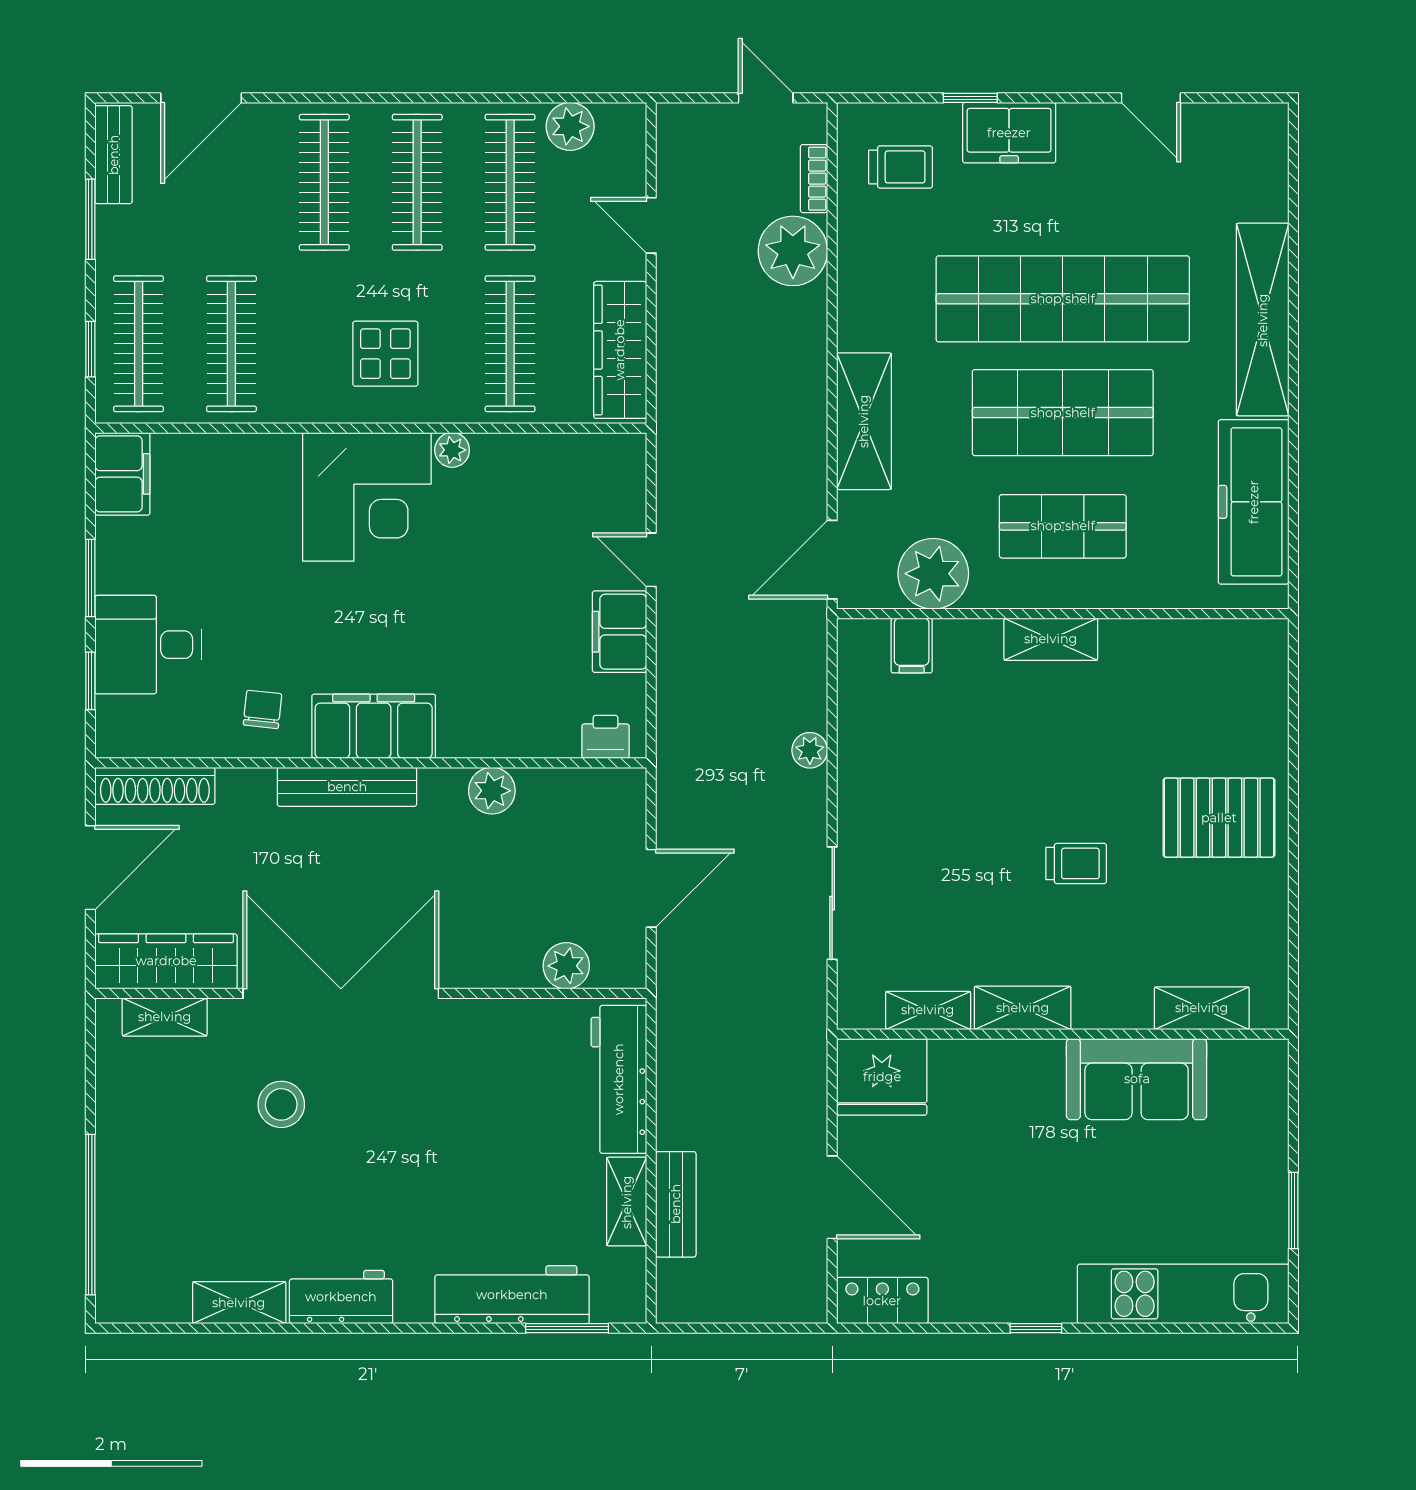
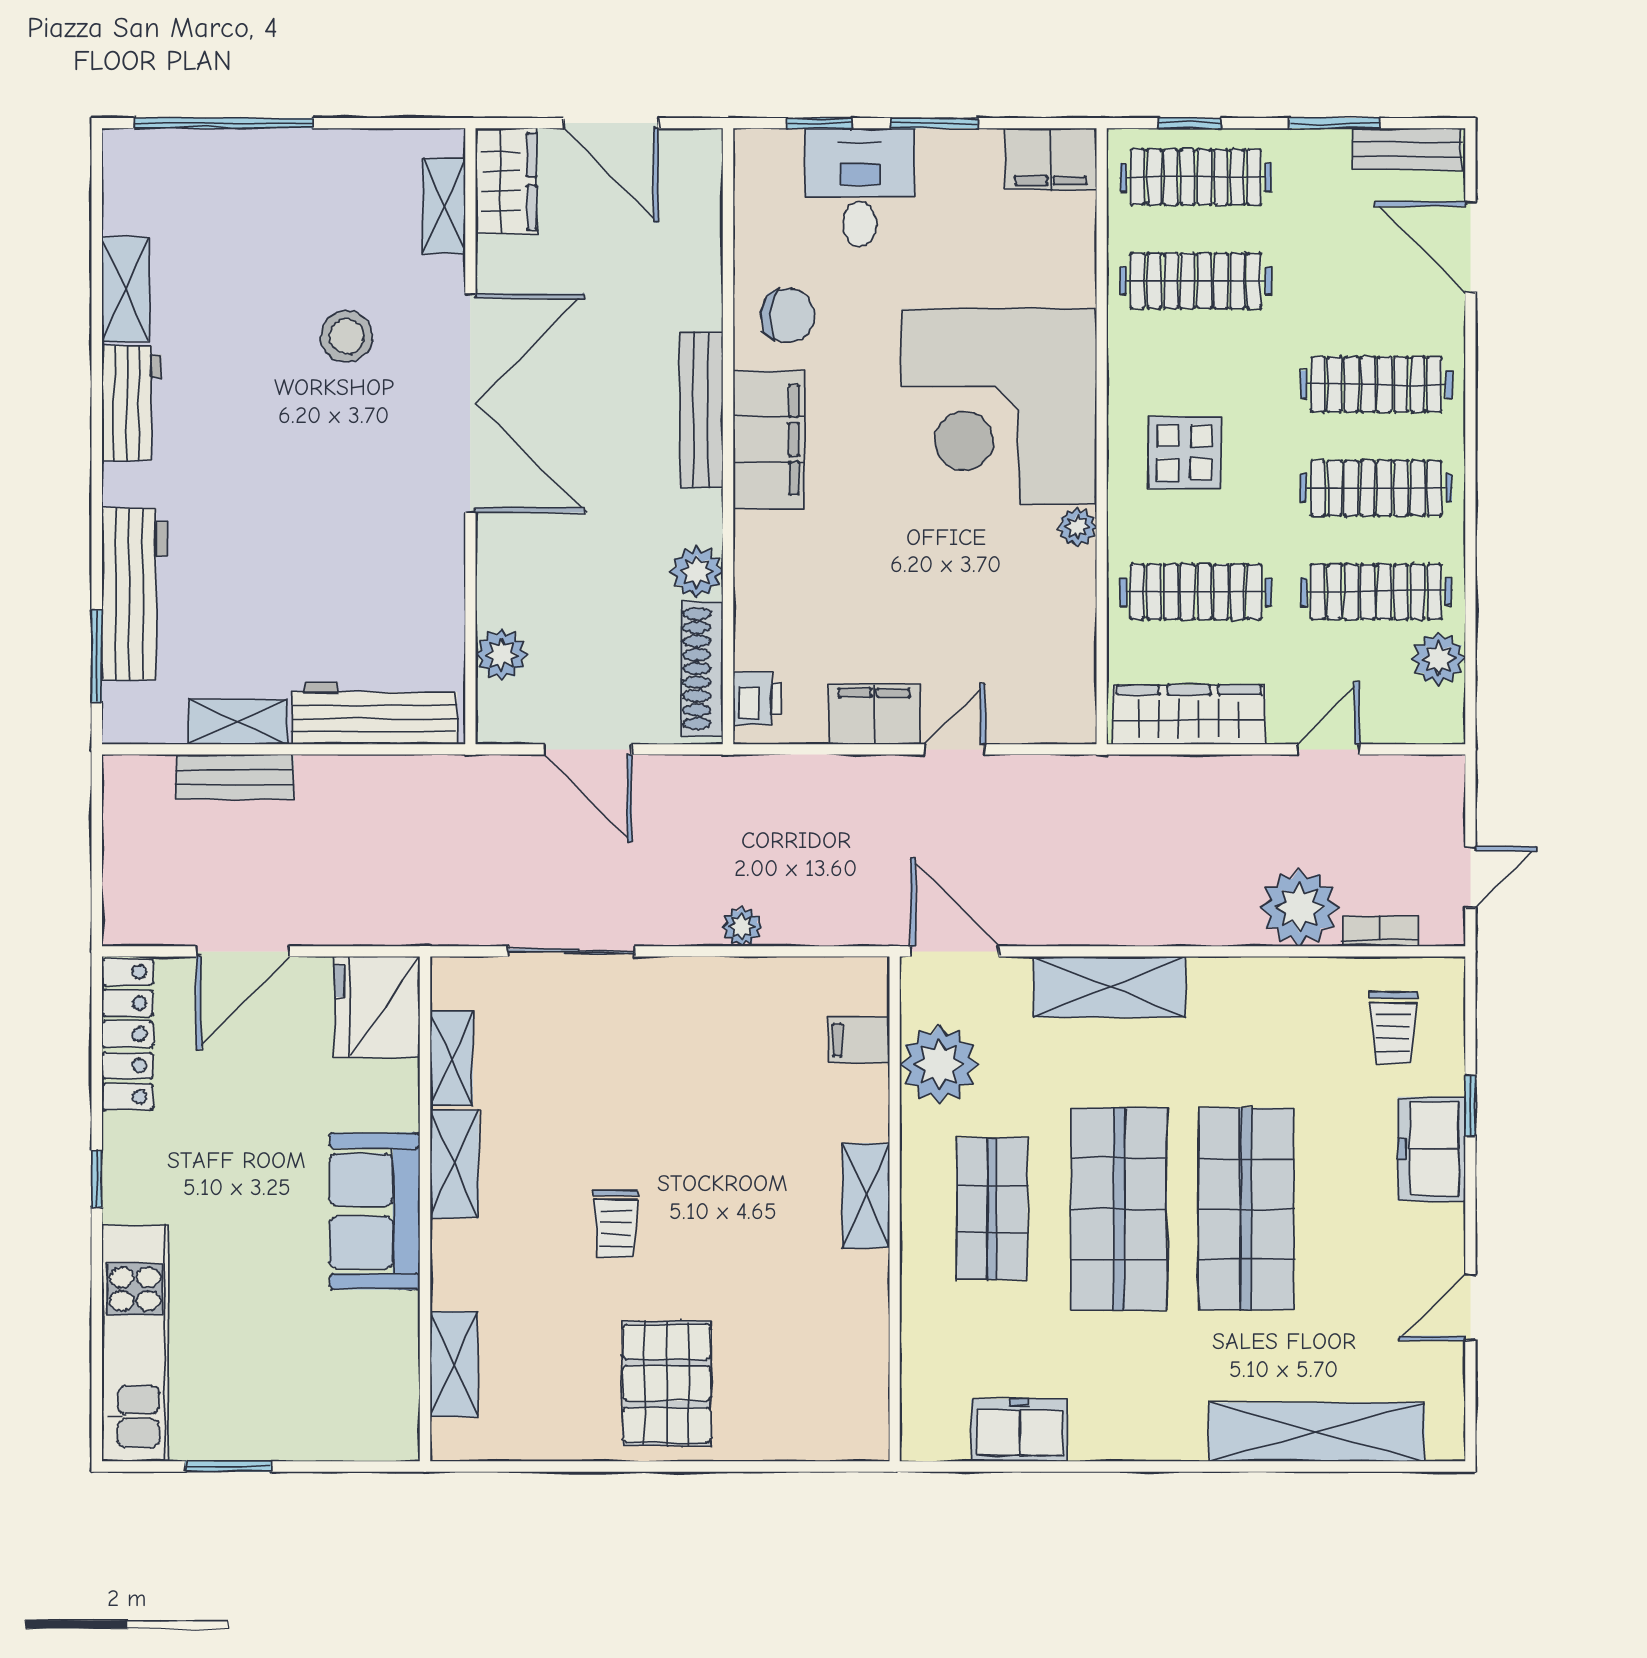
shop shelf: (1063, 299) -> (1246, 1209), width x0.71
shelving: (1263, 320) -> (1317, 1432), moved
corner desk: (367, 497) -> (999, 406), width x1.36, depth x1.36
freezer: (1254, 502) -> (1019, 1430), width x0.52, depth x0.79
chair: (262, 709) -> (788, 315), width x1.37, depth x1.37
shoe rack: (155, 786) -> (702, 669), moved
wardrobe: (166, 961) -> (506, 181), width x0.67
sofa: (1137, 1079) -> (375, 1211), moved
locker: (882, 1301) -> (128, 1034), width x1.53

